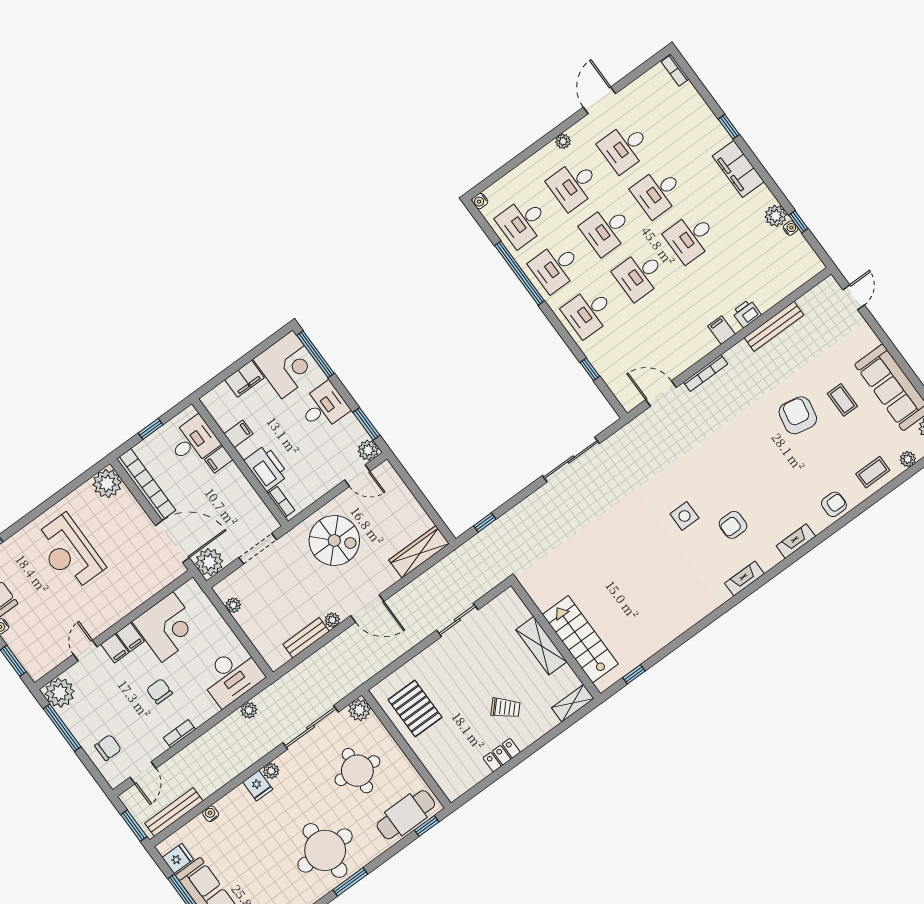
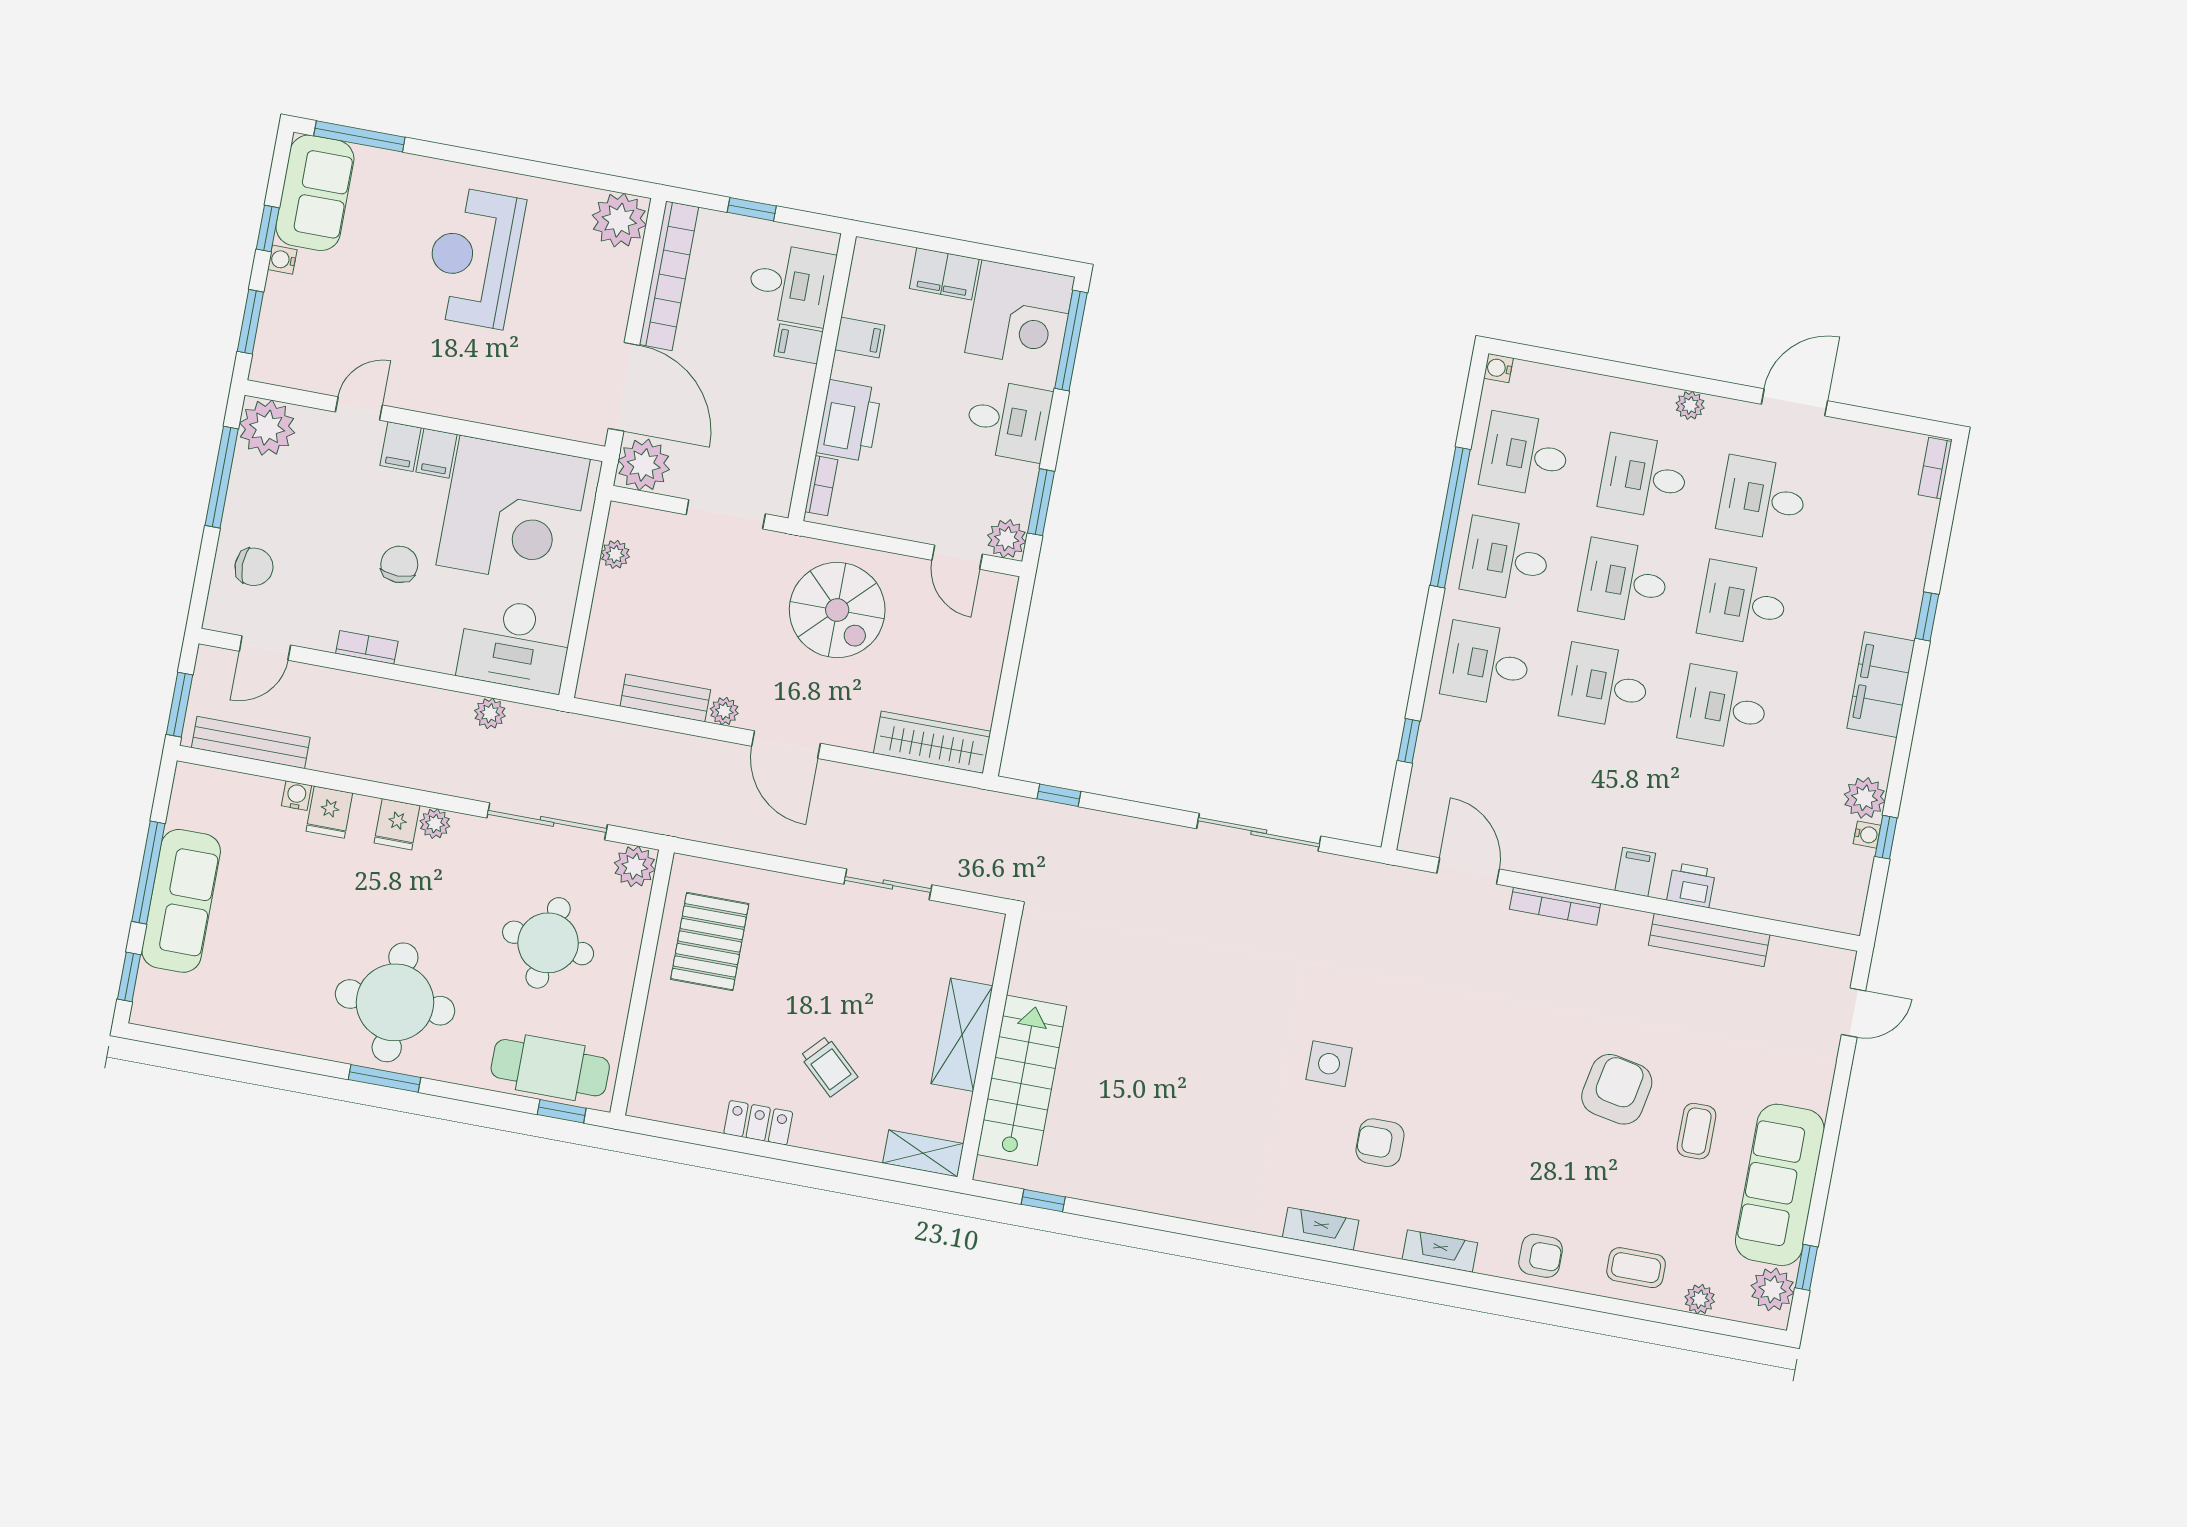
corner desk: (167, 627) -> (513, 512), width x1.36, depth x1.36
fridge: (178, 859) -> (329, 812), moved, turned 90

